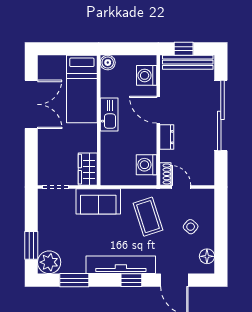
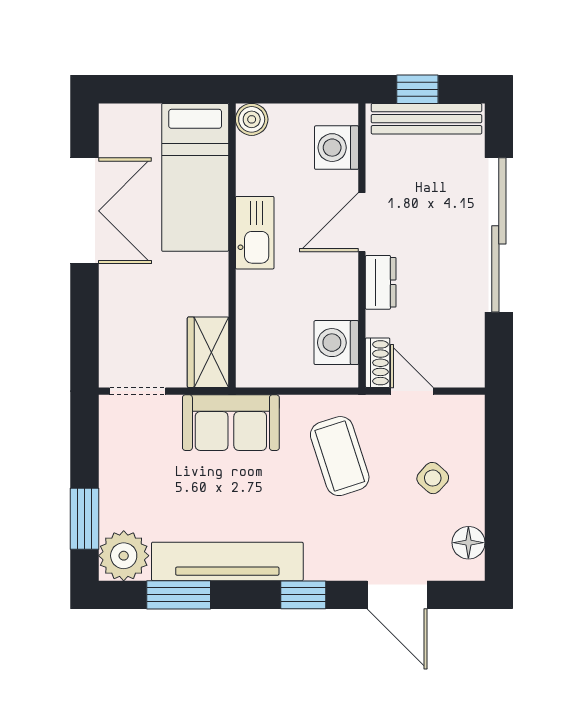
door: (158, 110) -> (362, 222), hinge flipped
tv unit: (121, 265) -> (227, 561), moved

